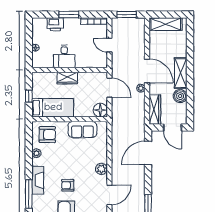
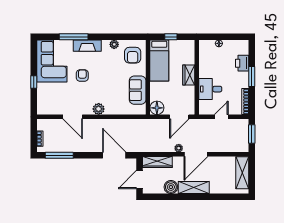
desk: (64, 56) -> (210, 89), moved

